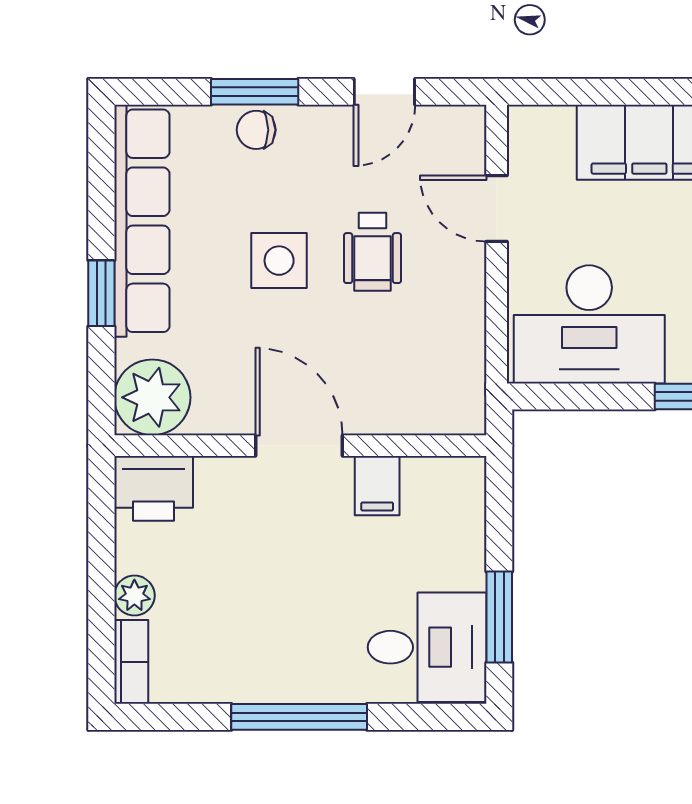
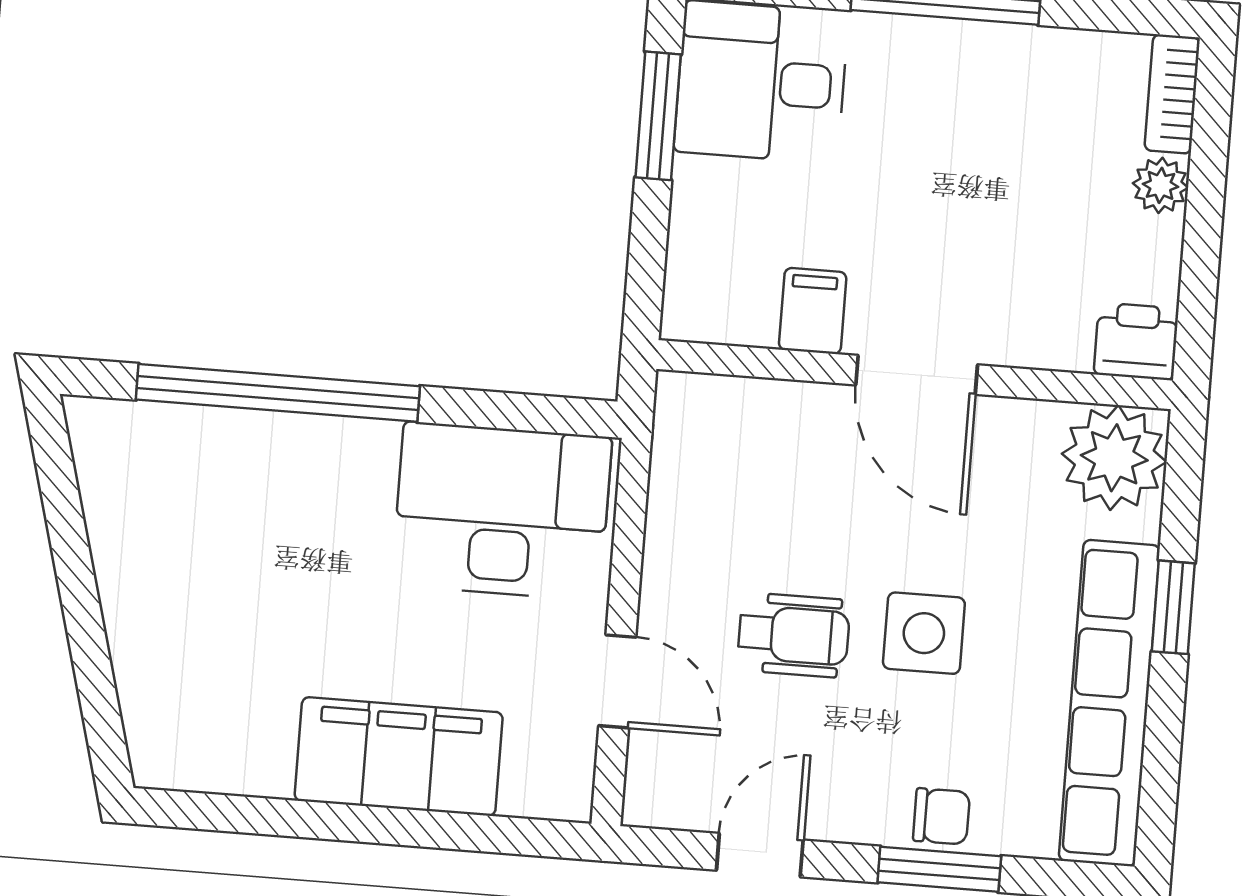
wheelchair: (373, 252) -> (794, 635), turned 90
printer: (154, 488) -> (1136, 341), width x0.73, depth x0.81

